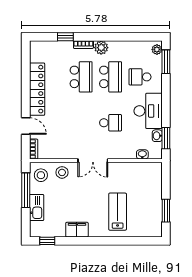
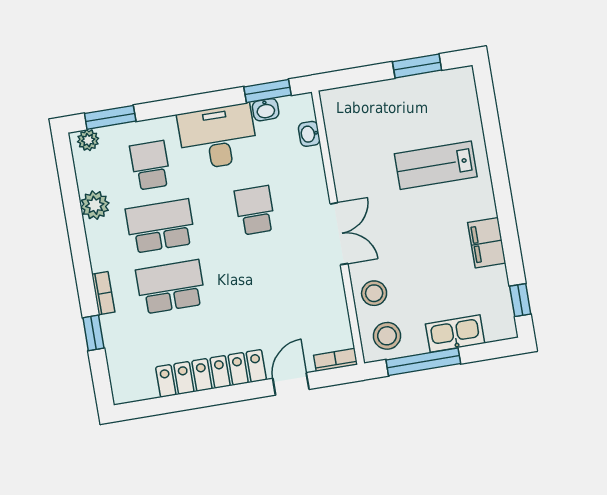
plant: (101, 48) -> (95, 205), moved
school desk: (140, 77) -> (150, 165), turned 180

